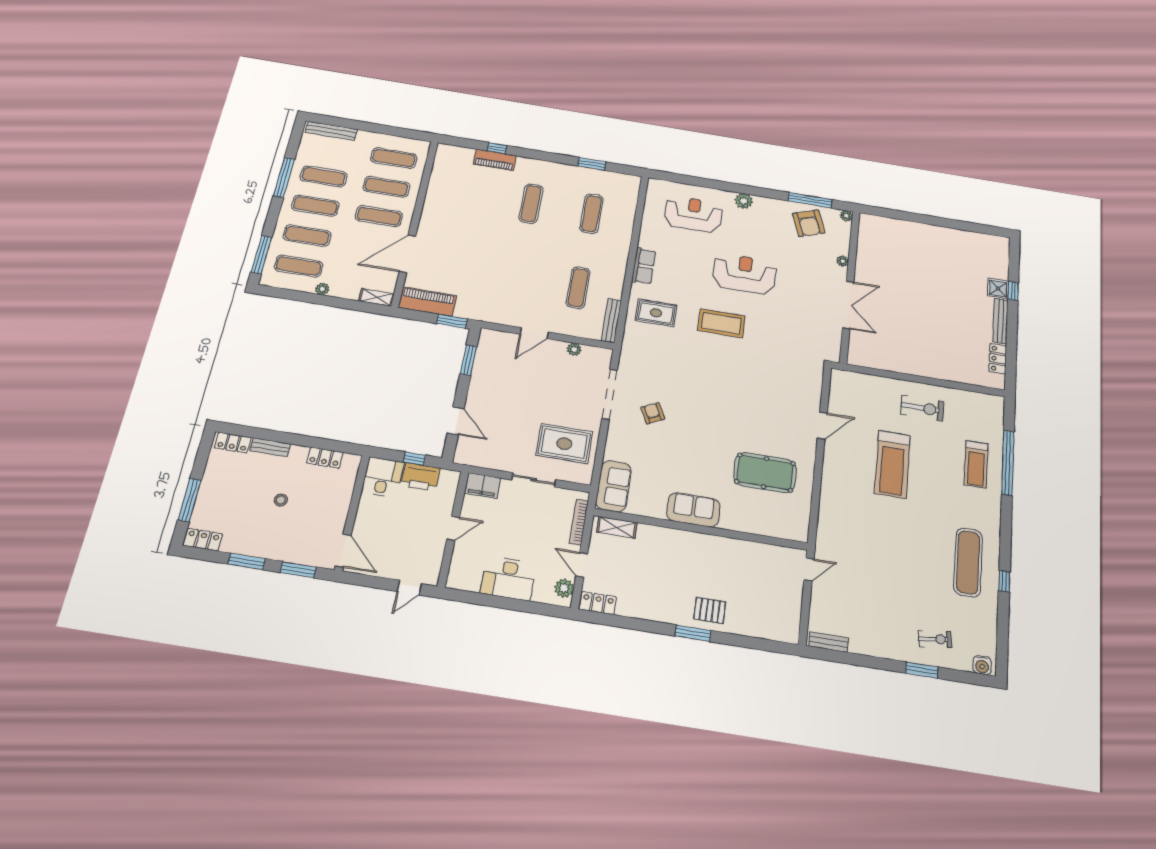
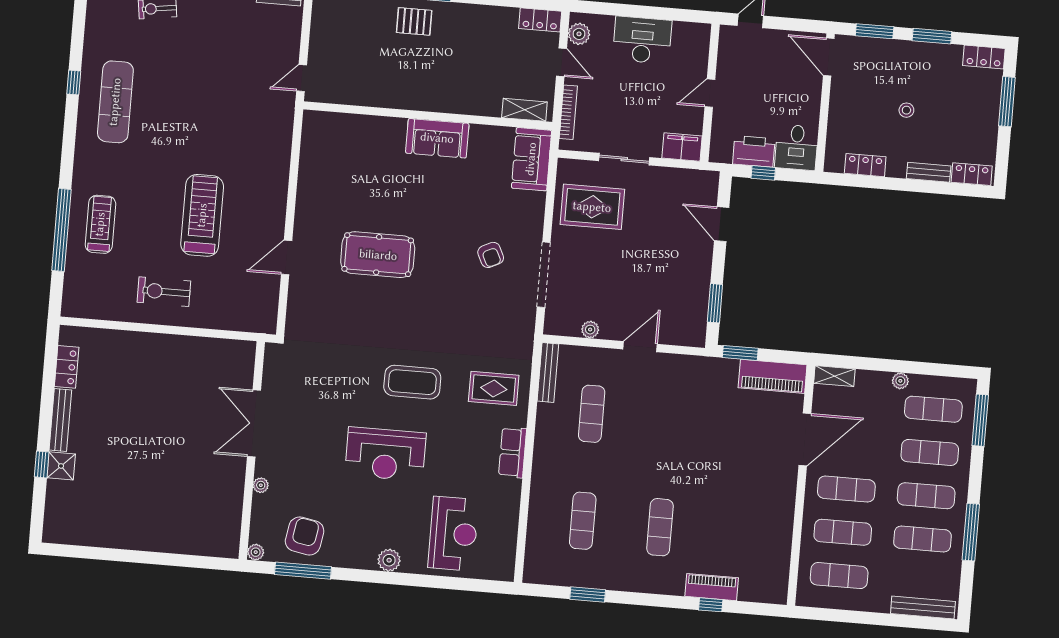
reception desk: (693, 214) -> (453, 534), turned -90
armchair: (809, 223) -> (305, 536), turned 30
pool table: (765, 473) -> (378, 255), moved

